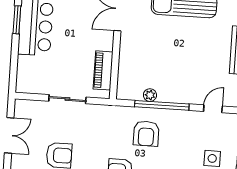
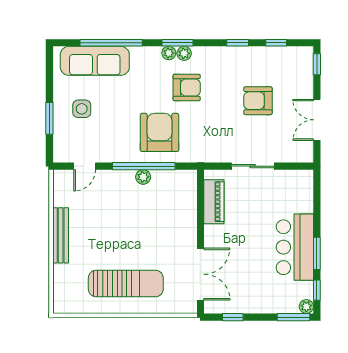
plant: (150, 95) -> (143, 177), moved
armchair: (146, 134) -> (159, 132), width x1.36, depth x1.36

